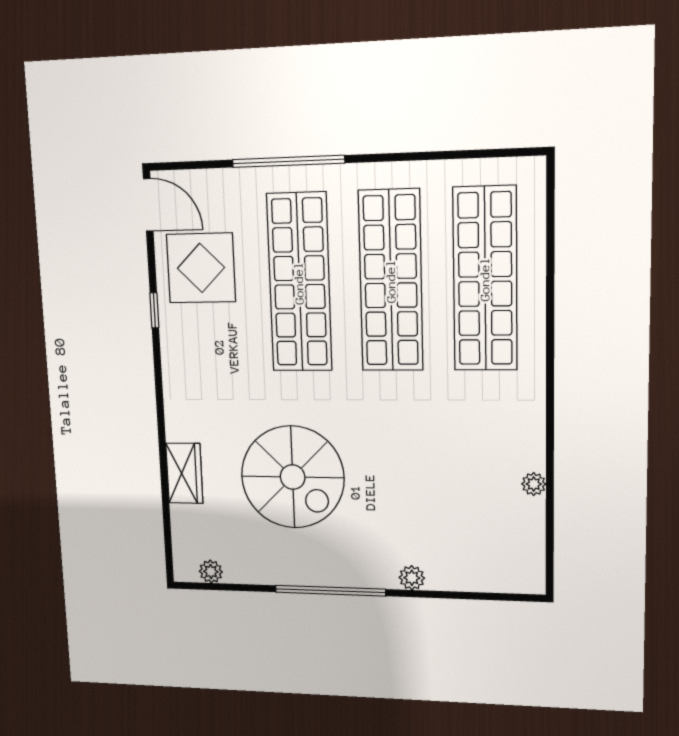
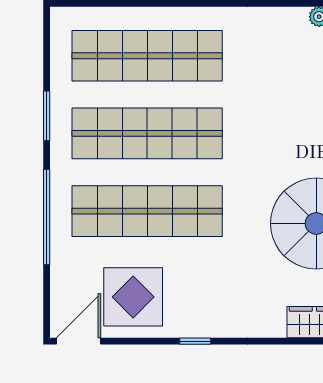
window: (410, 157) -> (47, 116), added
window: (154, 310) -> (195, 341), moved

